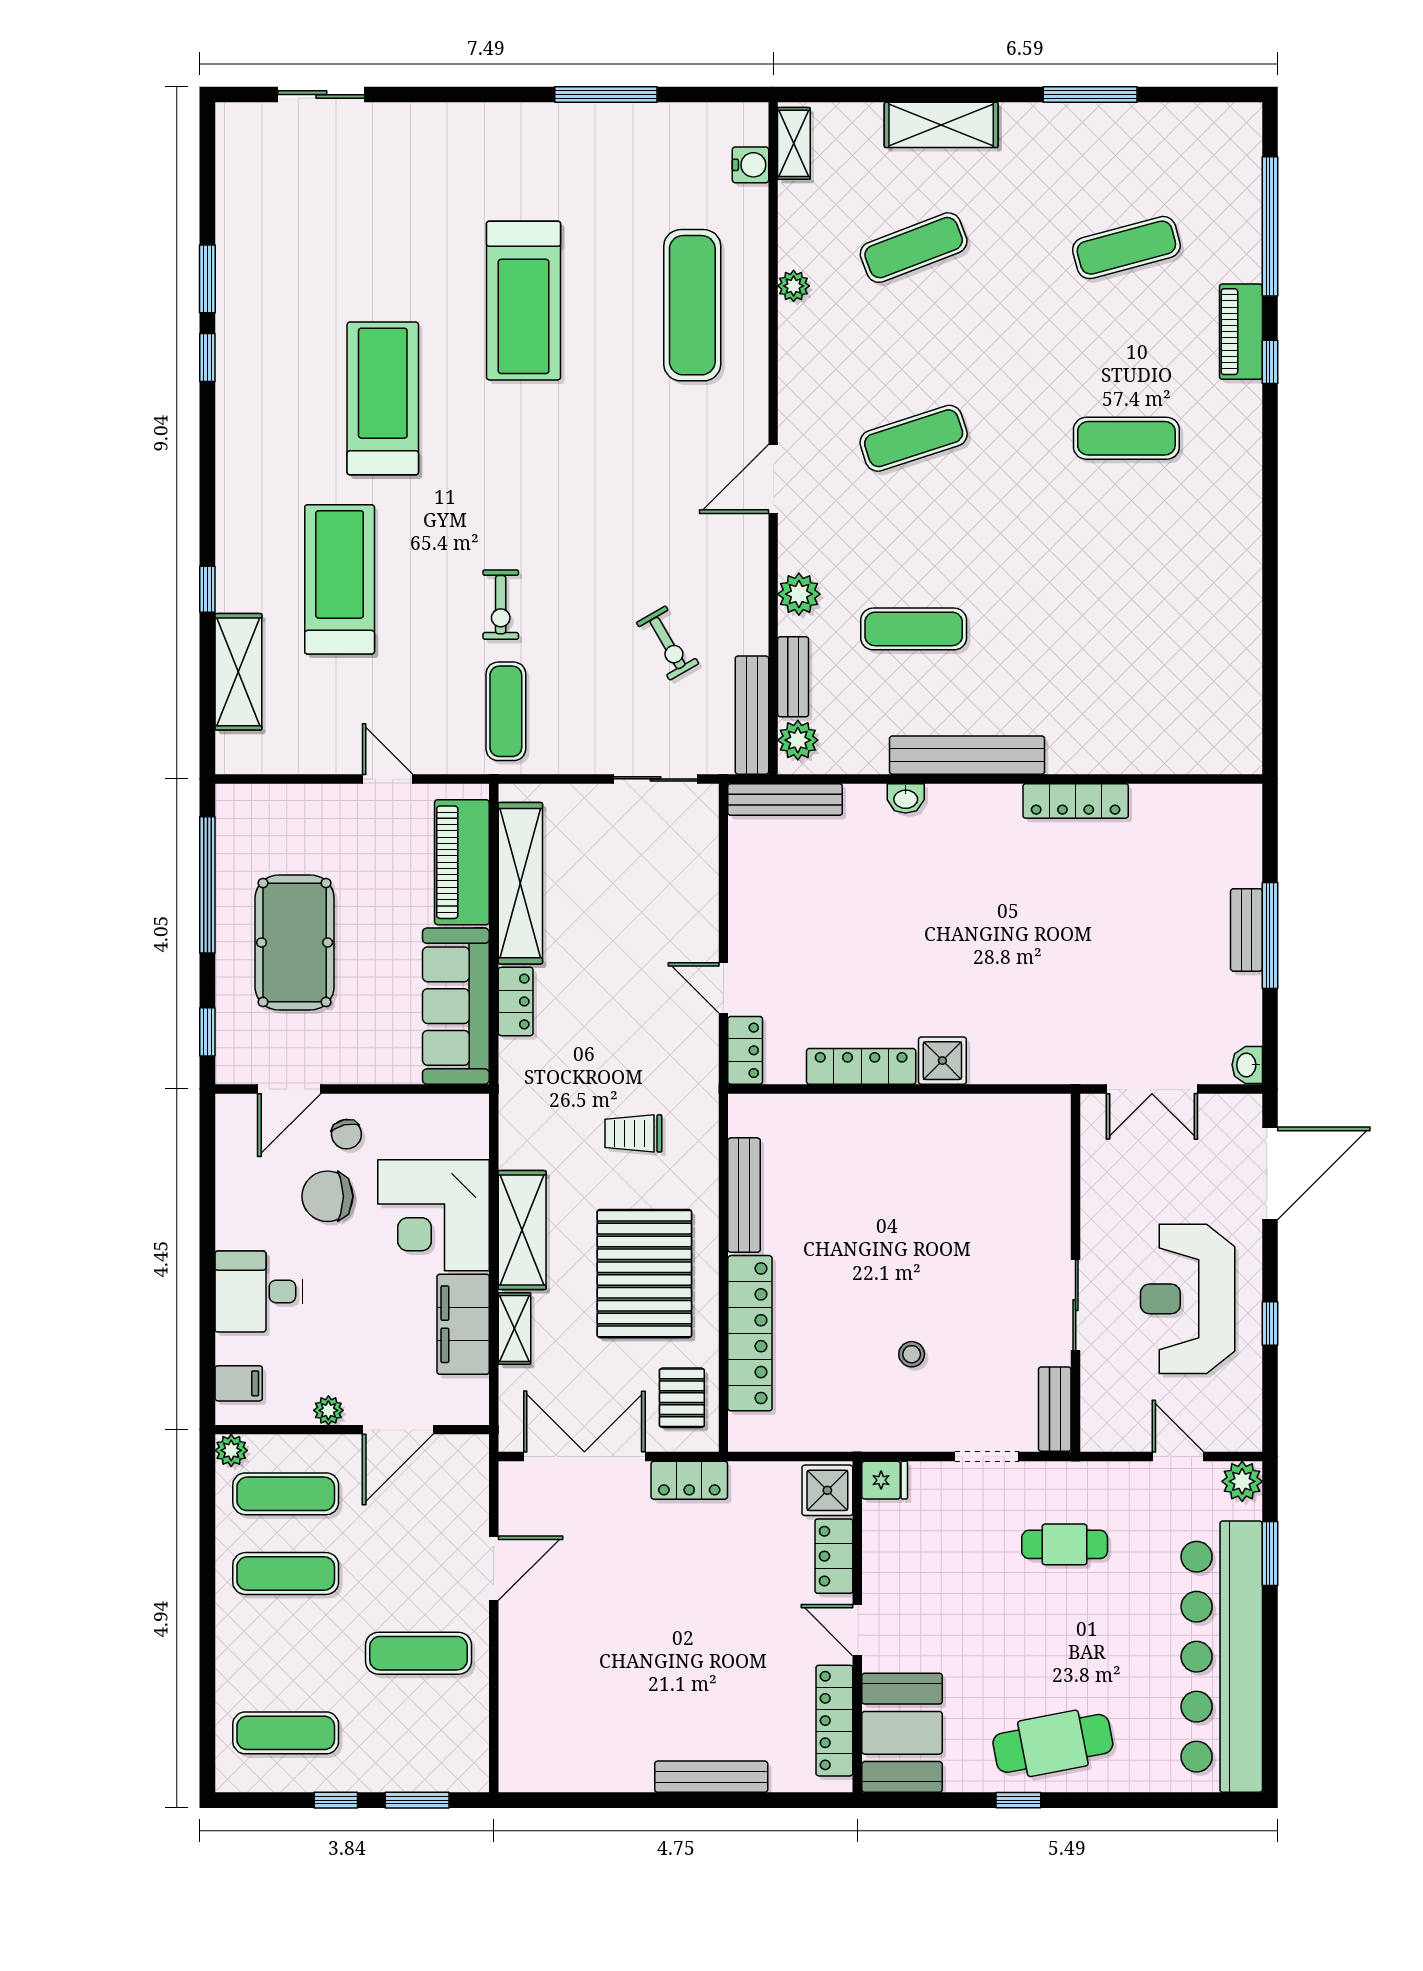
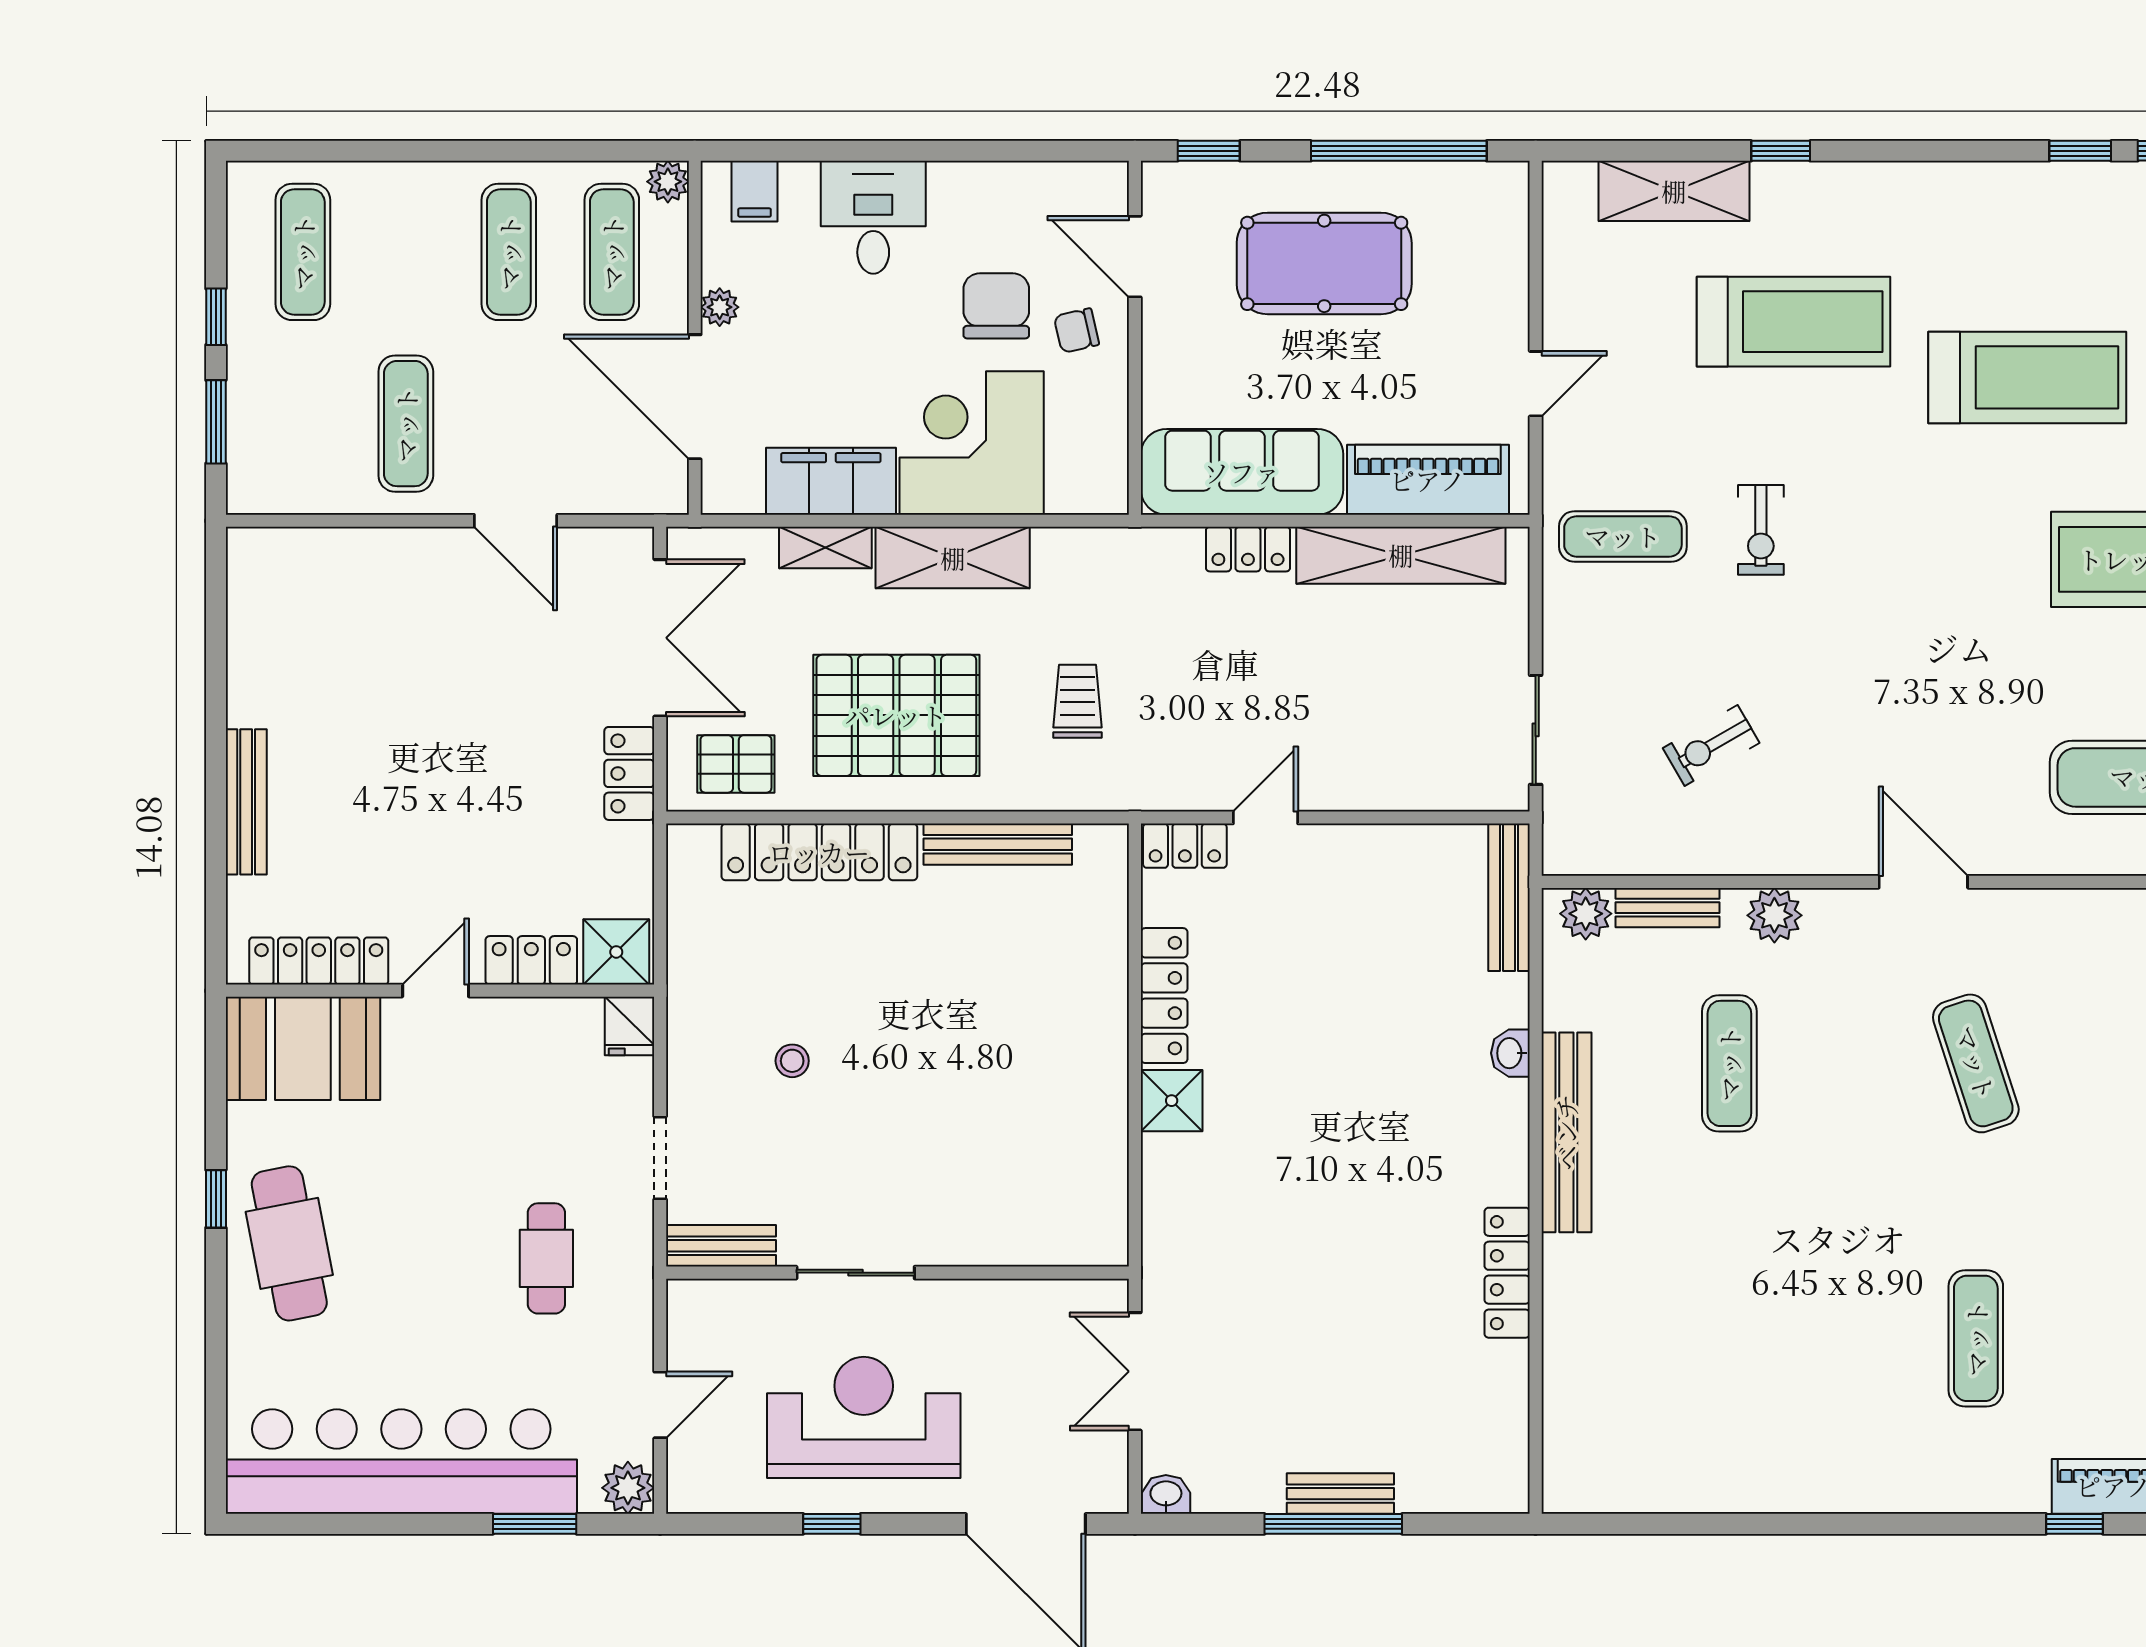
exercise bike: (501, 605) -> (1761, 530), turned -90
bench: (752, 715) -> (1618, 854), removed
door: (398, 1430) -> (695, 397), width x1.36

